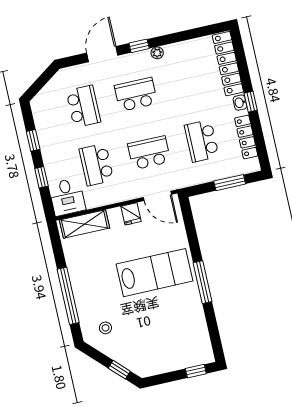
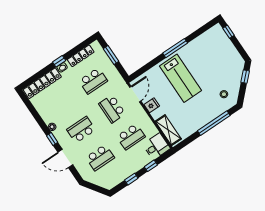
school desk: (136, 94) -> (81, 130), turned 90
school desk: (83, 106) -> (100, 158), turned 180
lab bench: (155, 273) -> (181, 78), turned 180

